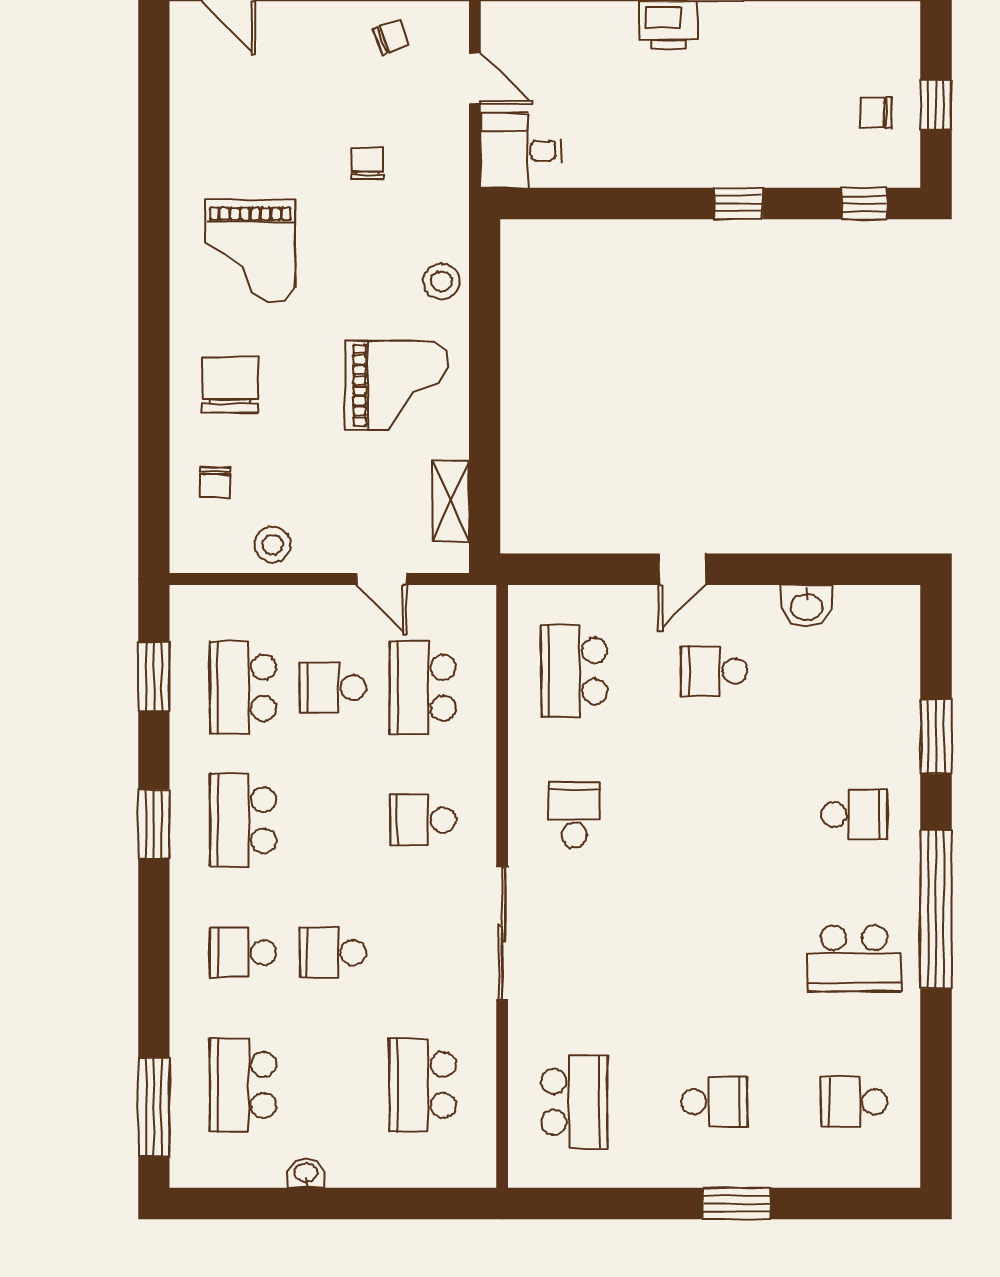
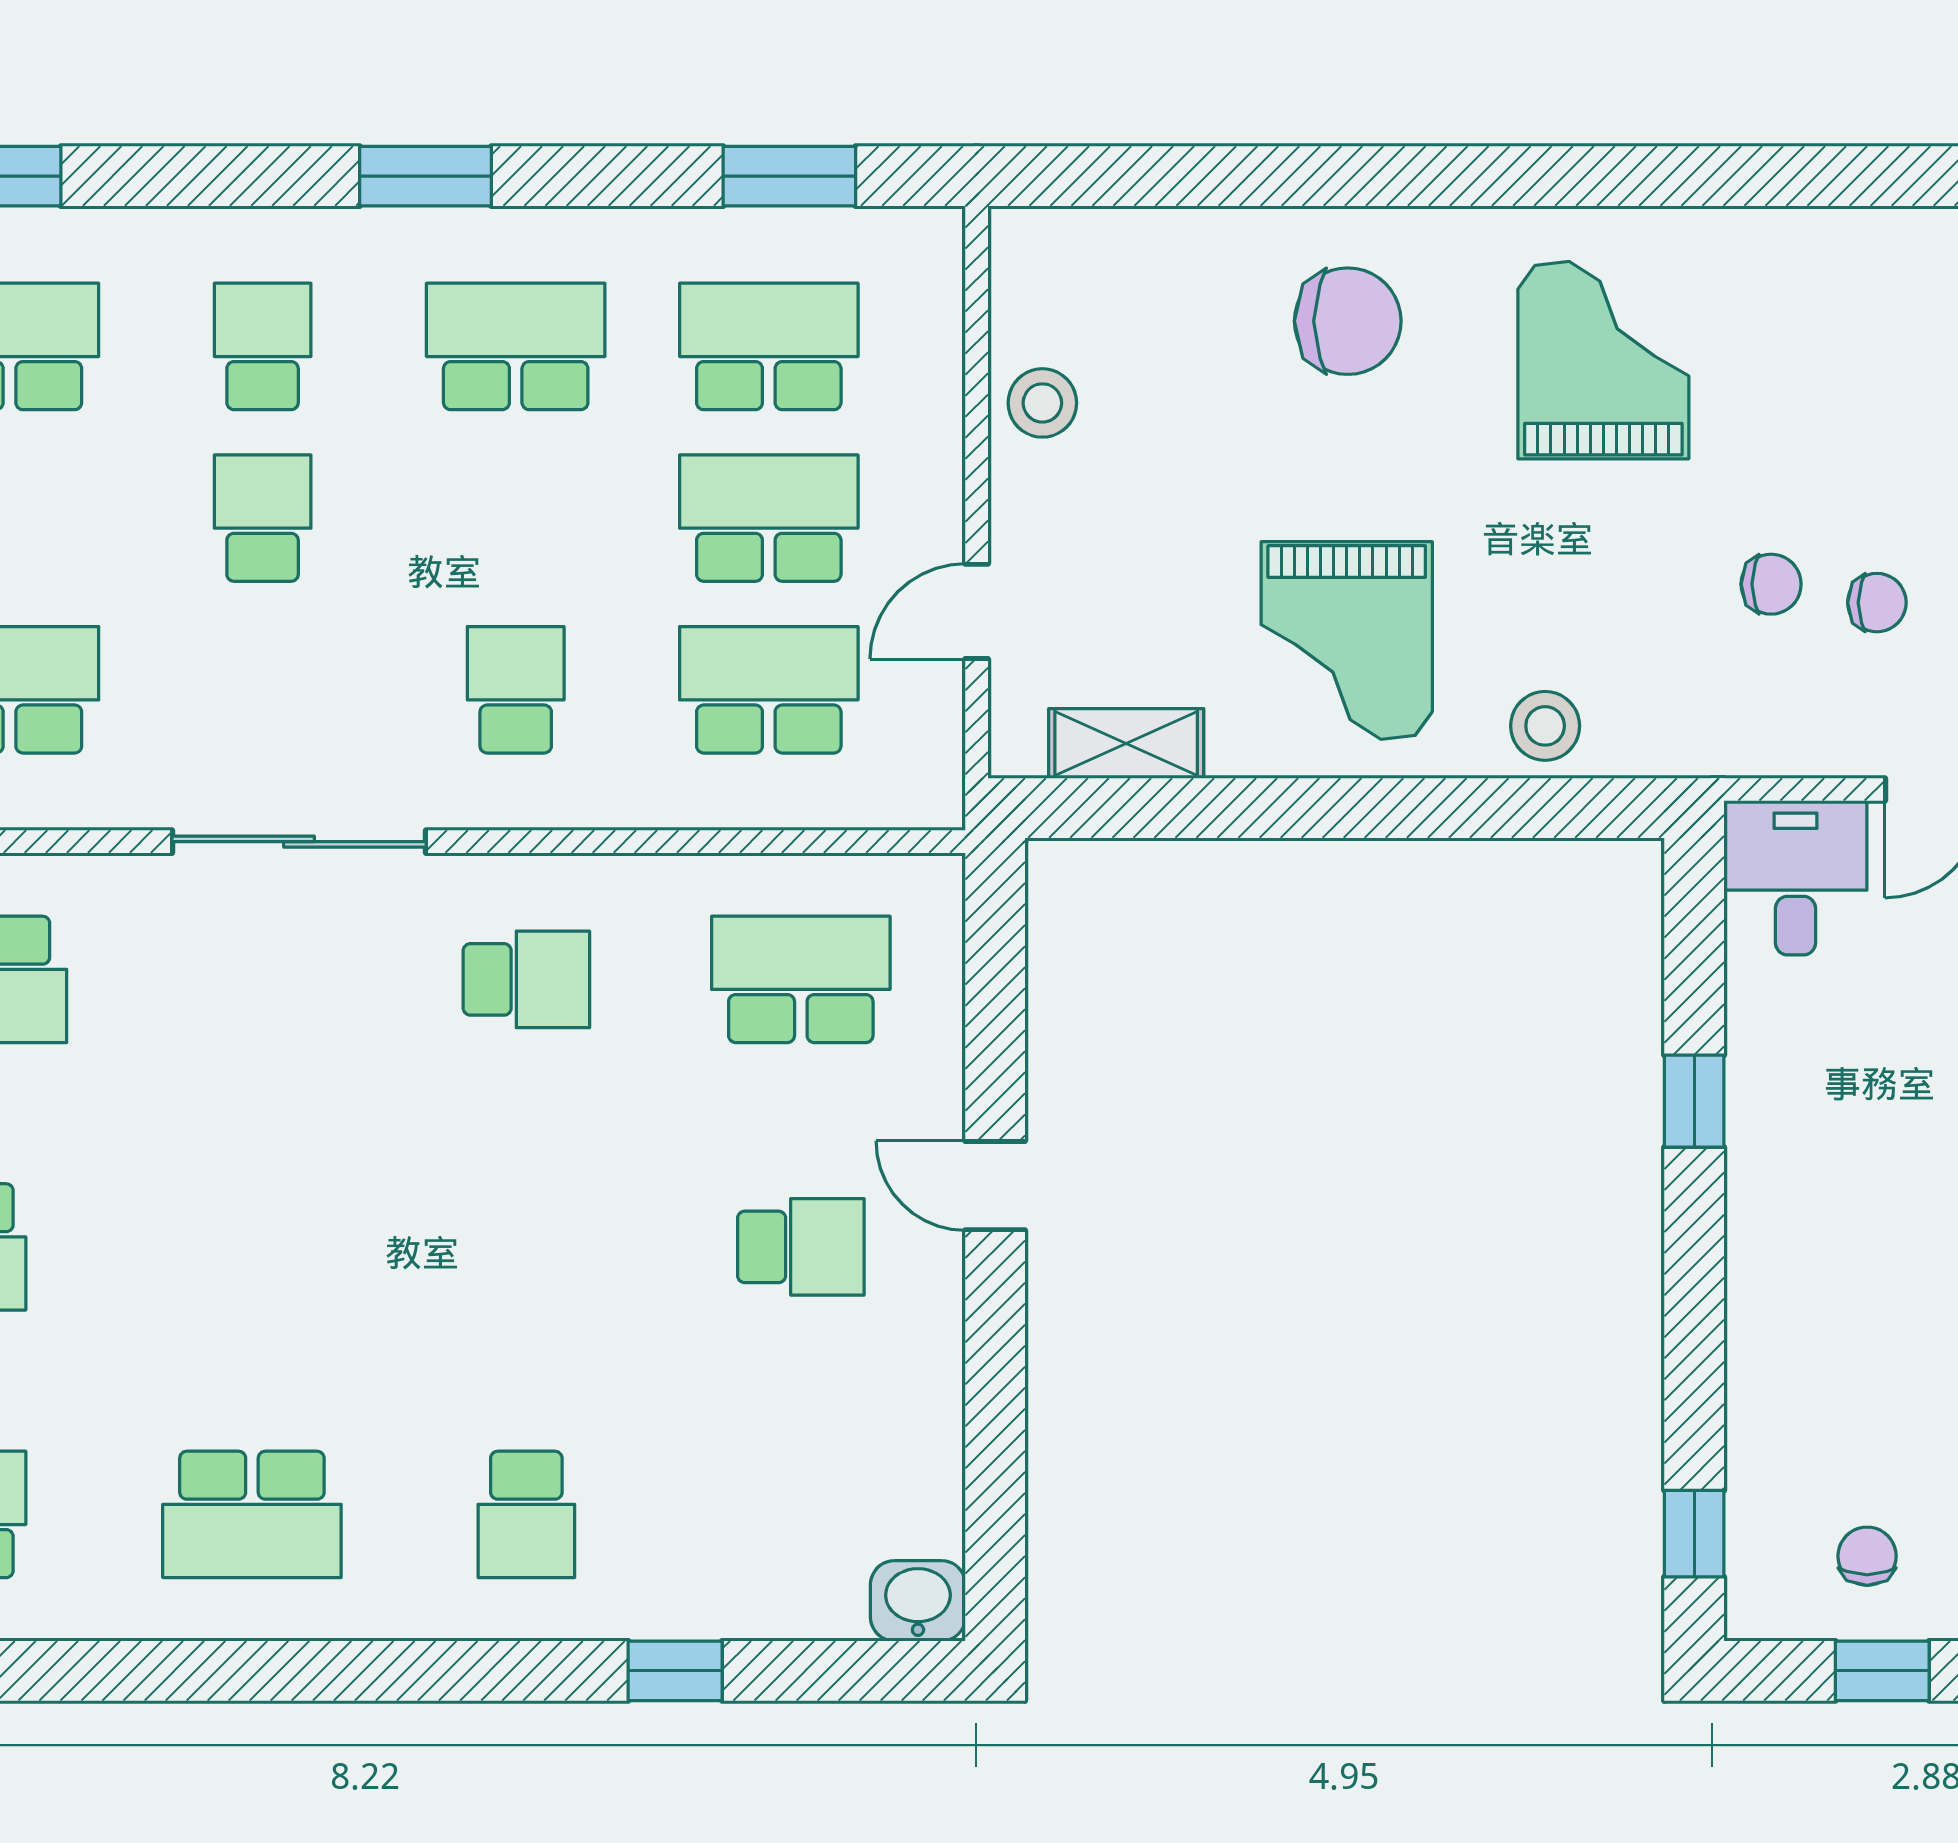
window: (738, 204) -> (1694, 1101), moved
grand piano: (250, 251) -> (1603, 360), turned 90
chair: (215, 483) -> (1877, 603), moved, turned 180
washbasin: (806, 606) -> (918, 1601), moved, turned 90
school desk: (714, 671) -> (801, 1247), turned 90
school desk: (333, 688) -> (769, 518), width x1.85
window: (936, 737) -> (675, 1671), width x0.67
window: (154, 824) -> (426, 176), moved
window: (936, 909) -> (346, 1671), removed
school desk: (854, 958) -> (252, 1514), turned -90

